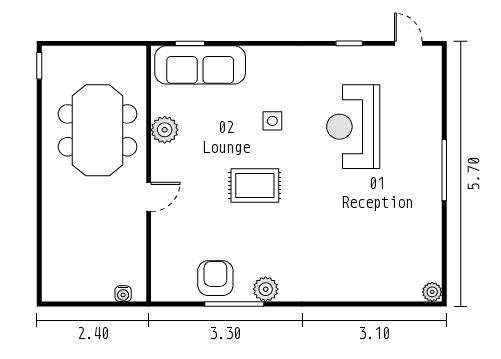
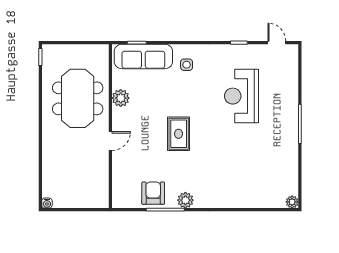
side table: (272, 121) -> (187, 65), moved
rug: (255, 186) -> (179, 134), turned 90
water cooler: (123, 294) -> (47, 203), moved

